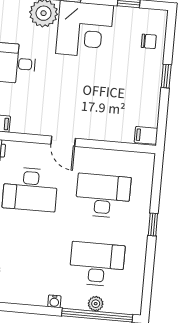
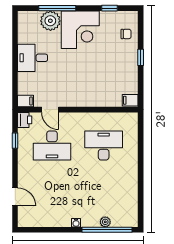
door: (63, 141) -> (50, 110), moved
window: (153, 225) -> (141, 163), removed
desk: (97, 264) -> (104, 194), removed

